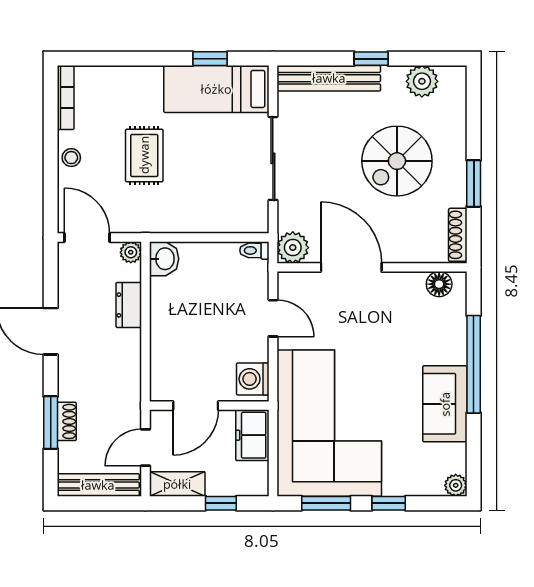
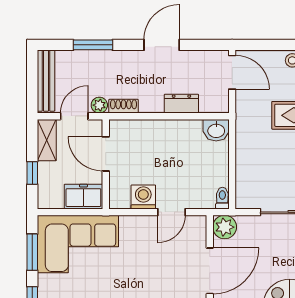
door: (87, 238) -> (232, 72), hinge flipped
plant: (131, 252) -> (99, 105), moved
washing machine: (253, 379) -> (143, 197), moved
shoe rack: (67, 421) -> (124, 106), moved, turned 180
corner sofa: (329, 423) -> (78, 244), width x0.73, depth x0.74
door: (146, 447) -> (74, 116), hinge flipped

